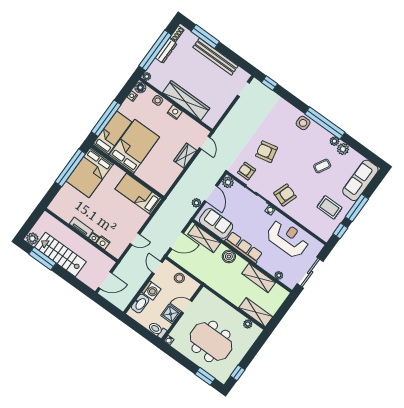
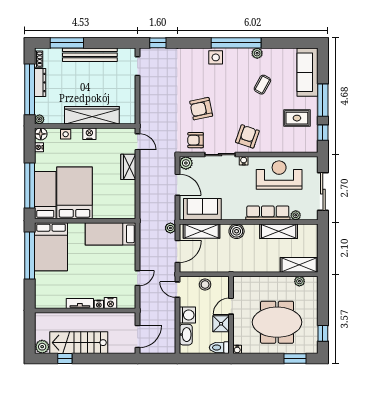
plant: (343, 149) -> (270, 55), removed
plant: (196, 203) -> (170, 228), moved
row of seats: (244, 247) -> (268, 213), moved
window: (42, 259) -> (65, 359), width x0.46

